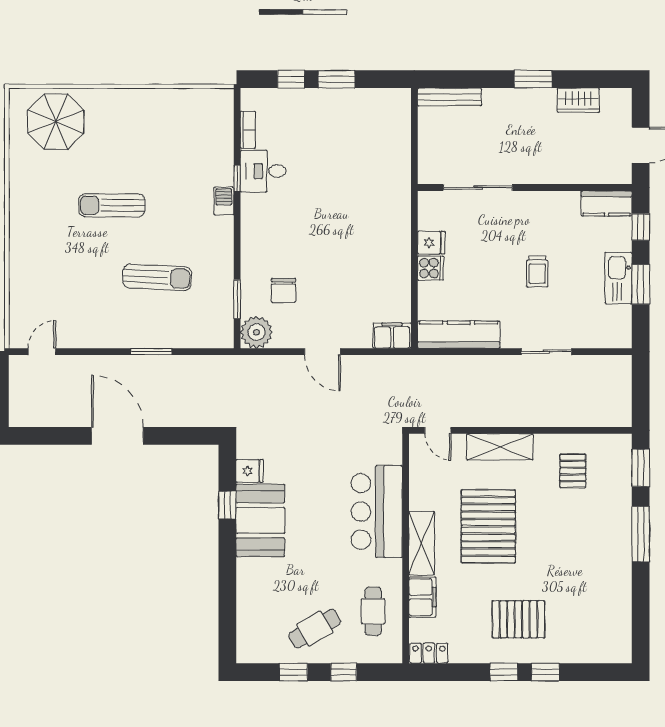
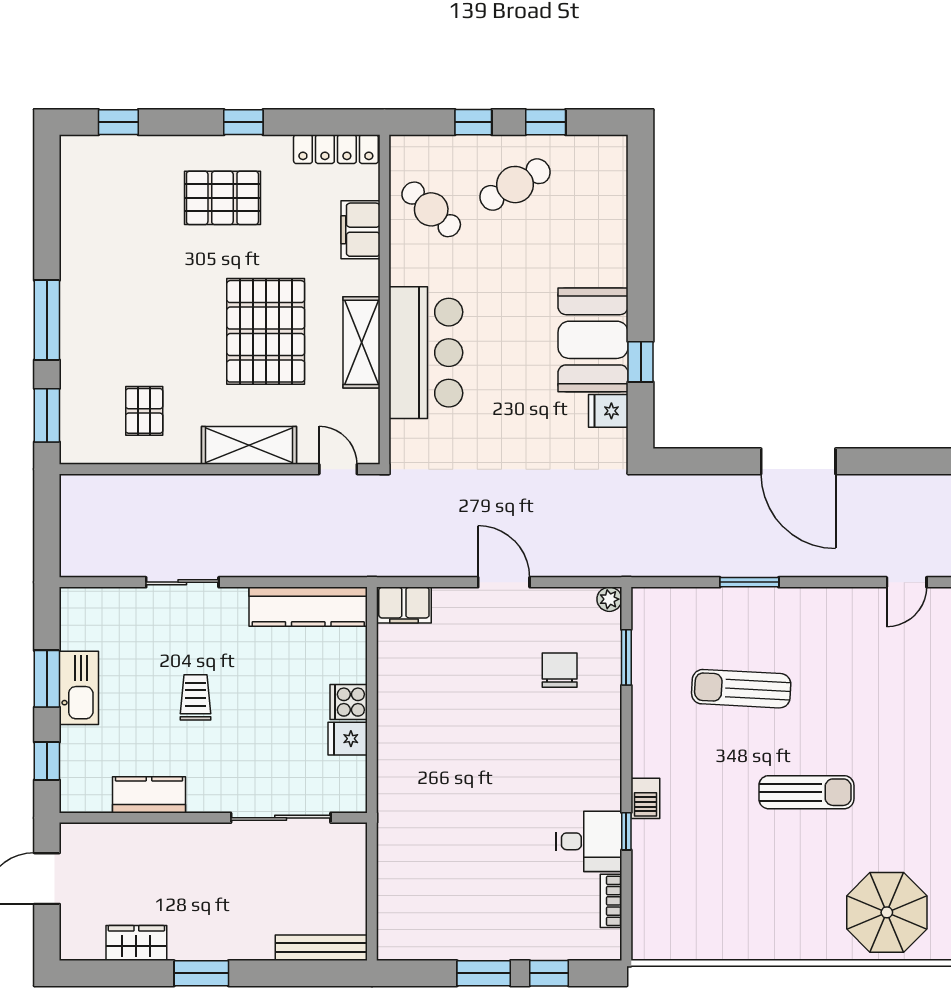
kitchen counter: (607, 203) -> (149, 795), moved
plant: (256, 332) -> (609, 599), width x0.53, depth x0.53
shelving: (422, 543) -> (362, 342), moved
cafe table: (373, 611) -> (431, 209), turned -48
locker: (429, 653) -> (336, 149), width x1.53
window: (545, 672) -> (118, 122), moved

